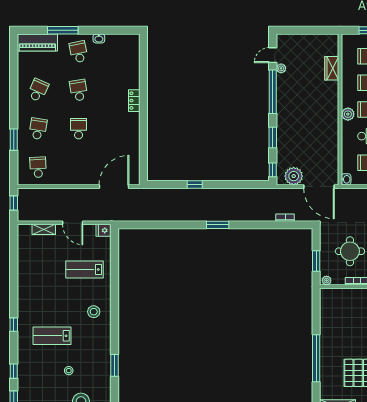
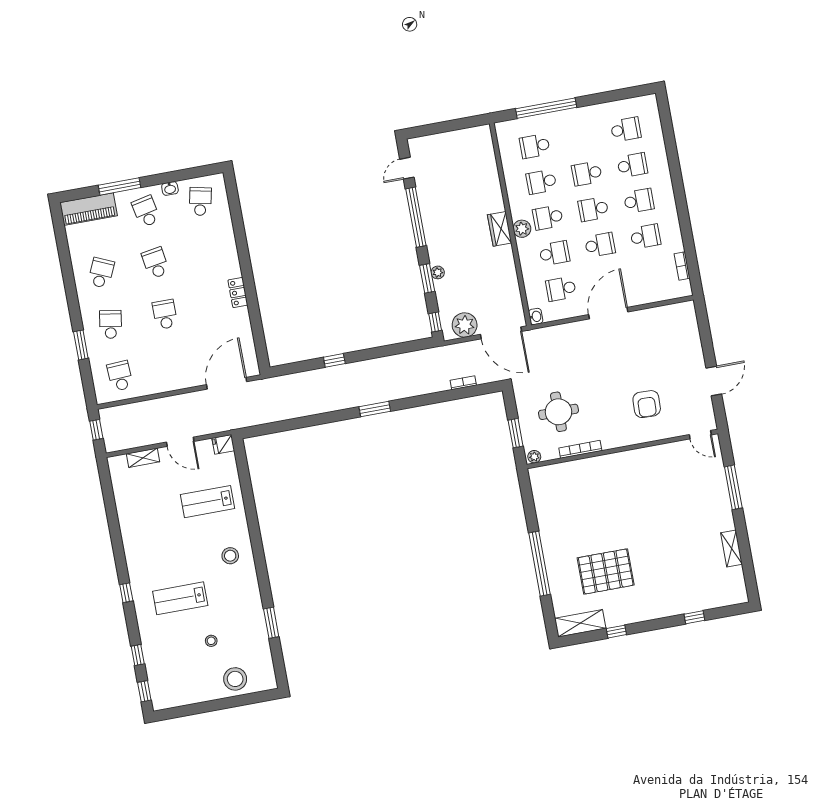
school desk: (119, 52) -> (200, 201), added
plant: (281, 68) -> (438, 272), moved
wardrobe: (332, 68) -> (500, 229), moved
locker: (134, 101) -> (238, 293), moved

